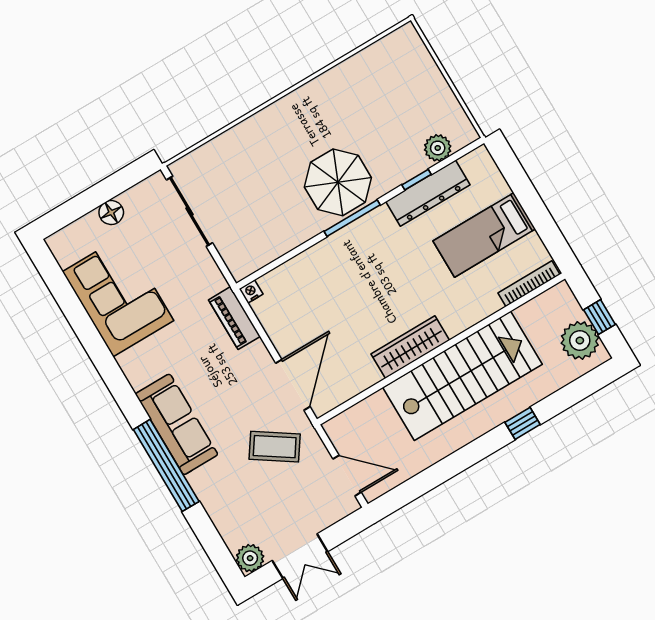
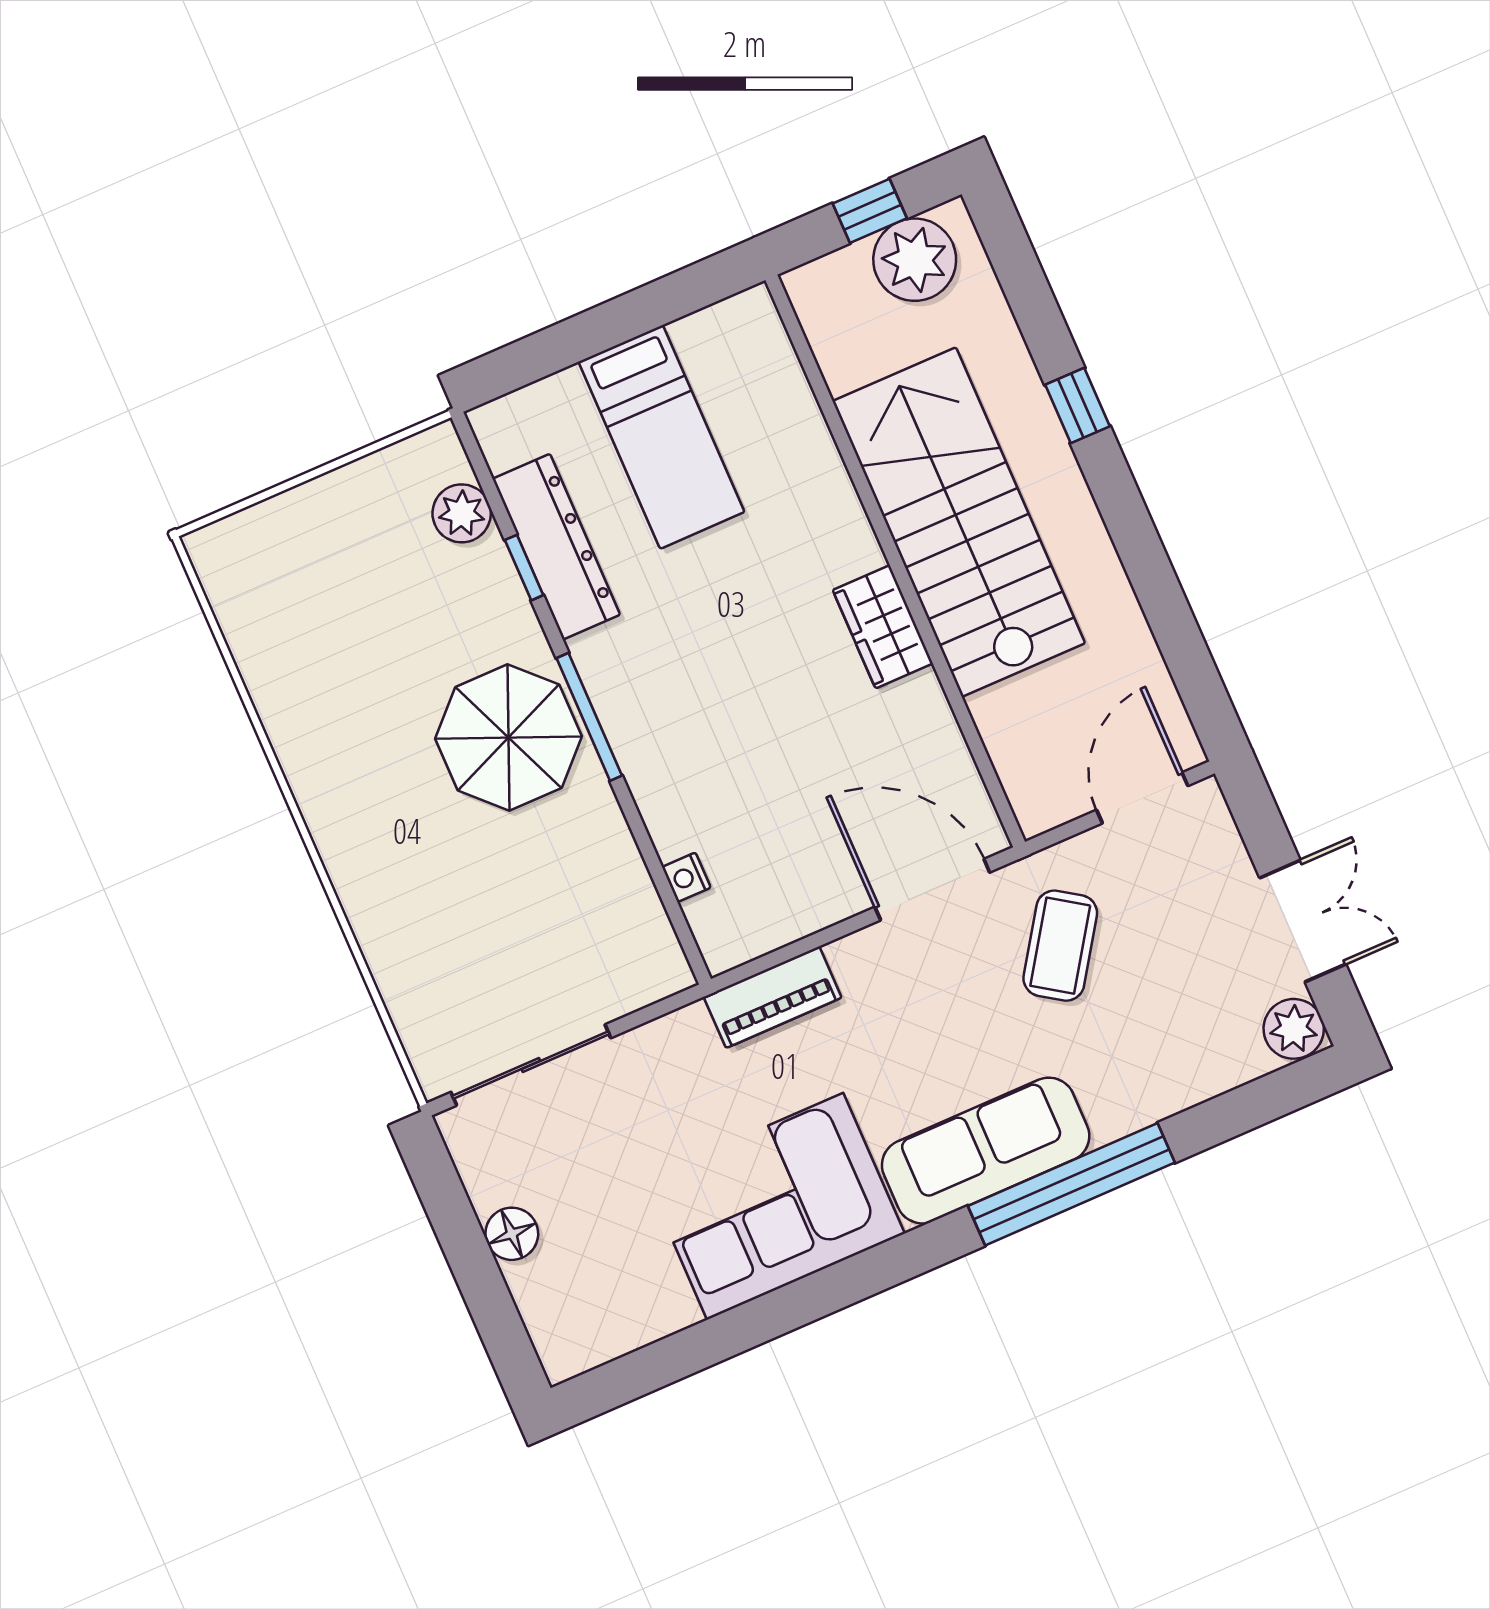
bookcase: (529, 284) -> (779, 354), removed
nightstand: (251, 292) -> (686, 877), moved
corner sofa: (118, 296) -> (775, 1206), moved
wardrobe: (410, 347) -> (883, 627), width x0.67

